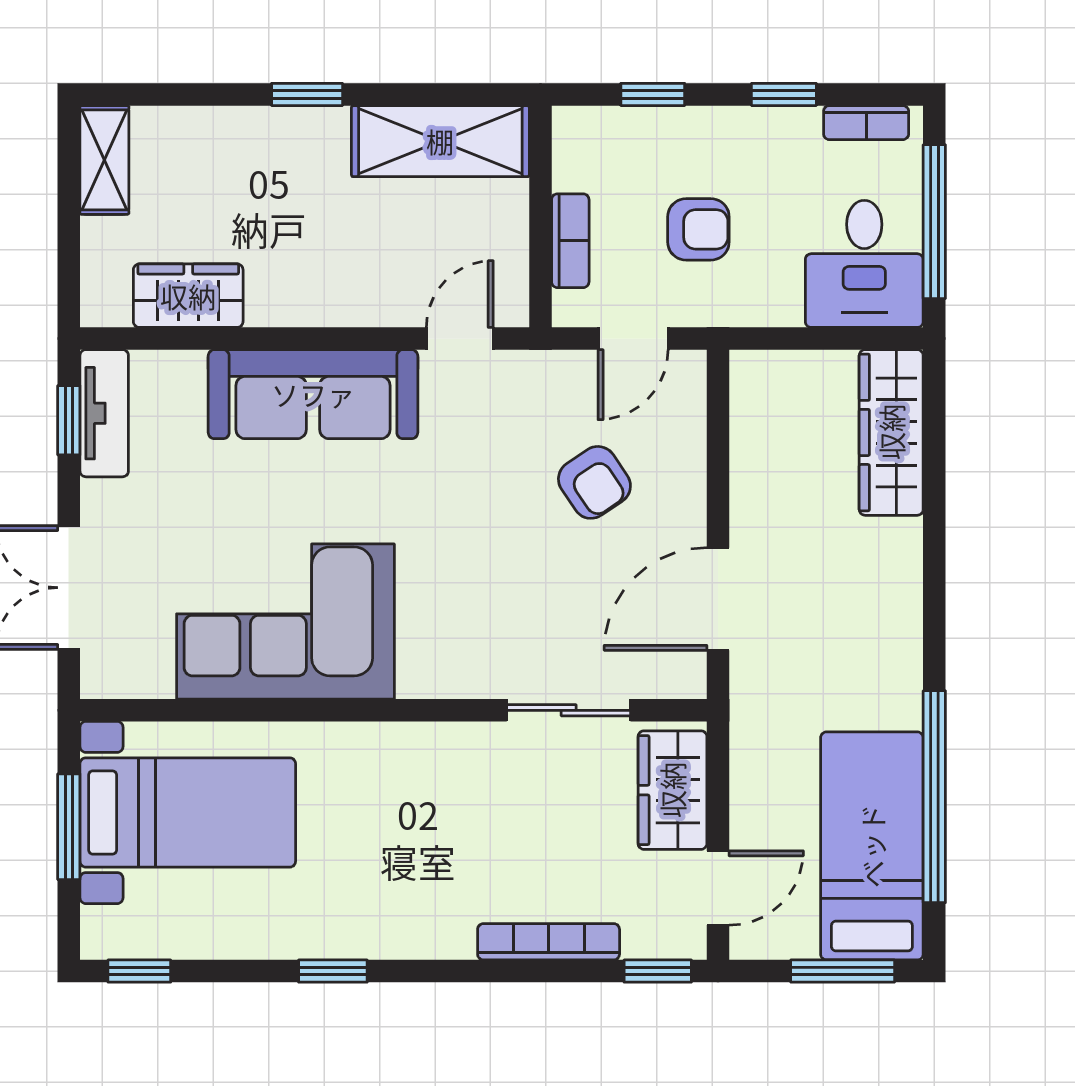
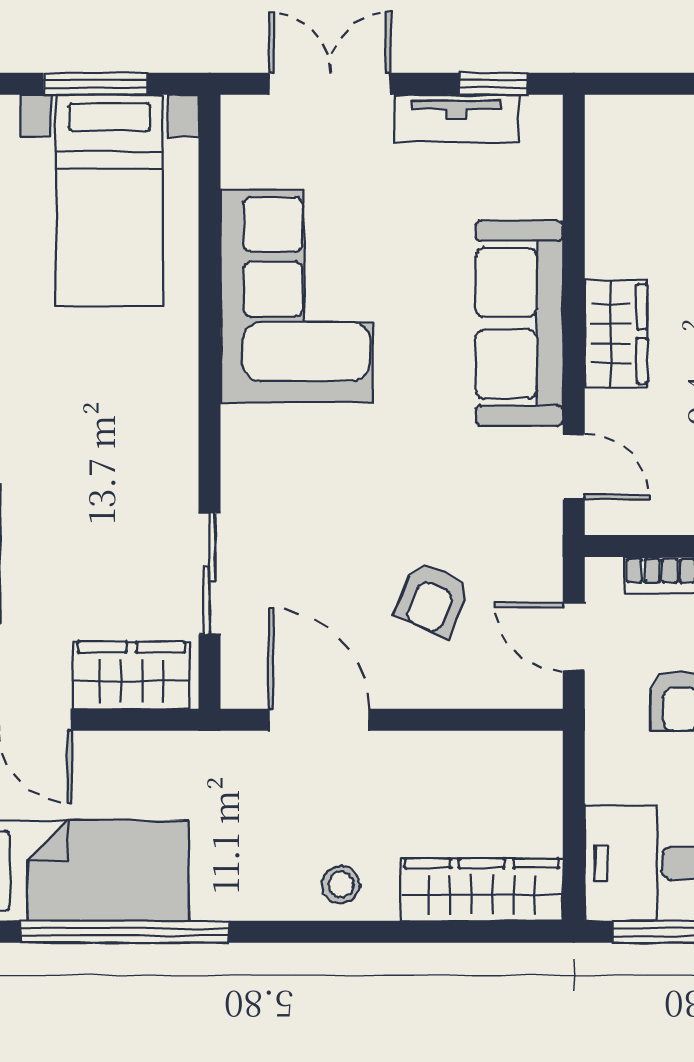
wardrobe: (188, 296) -> (616, 334), moved
tv unit: (104, 413) -> (457, 119), moved
armchair: (594, 482) -> (433, 599), turned -33
stool: (886, 576) -> (341, 885), added

